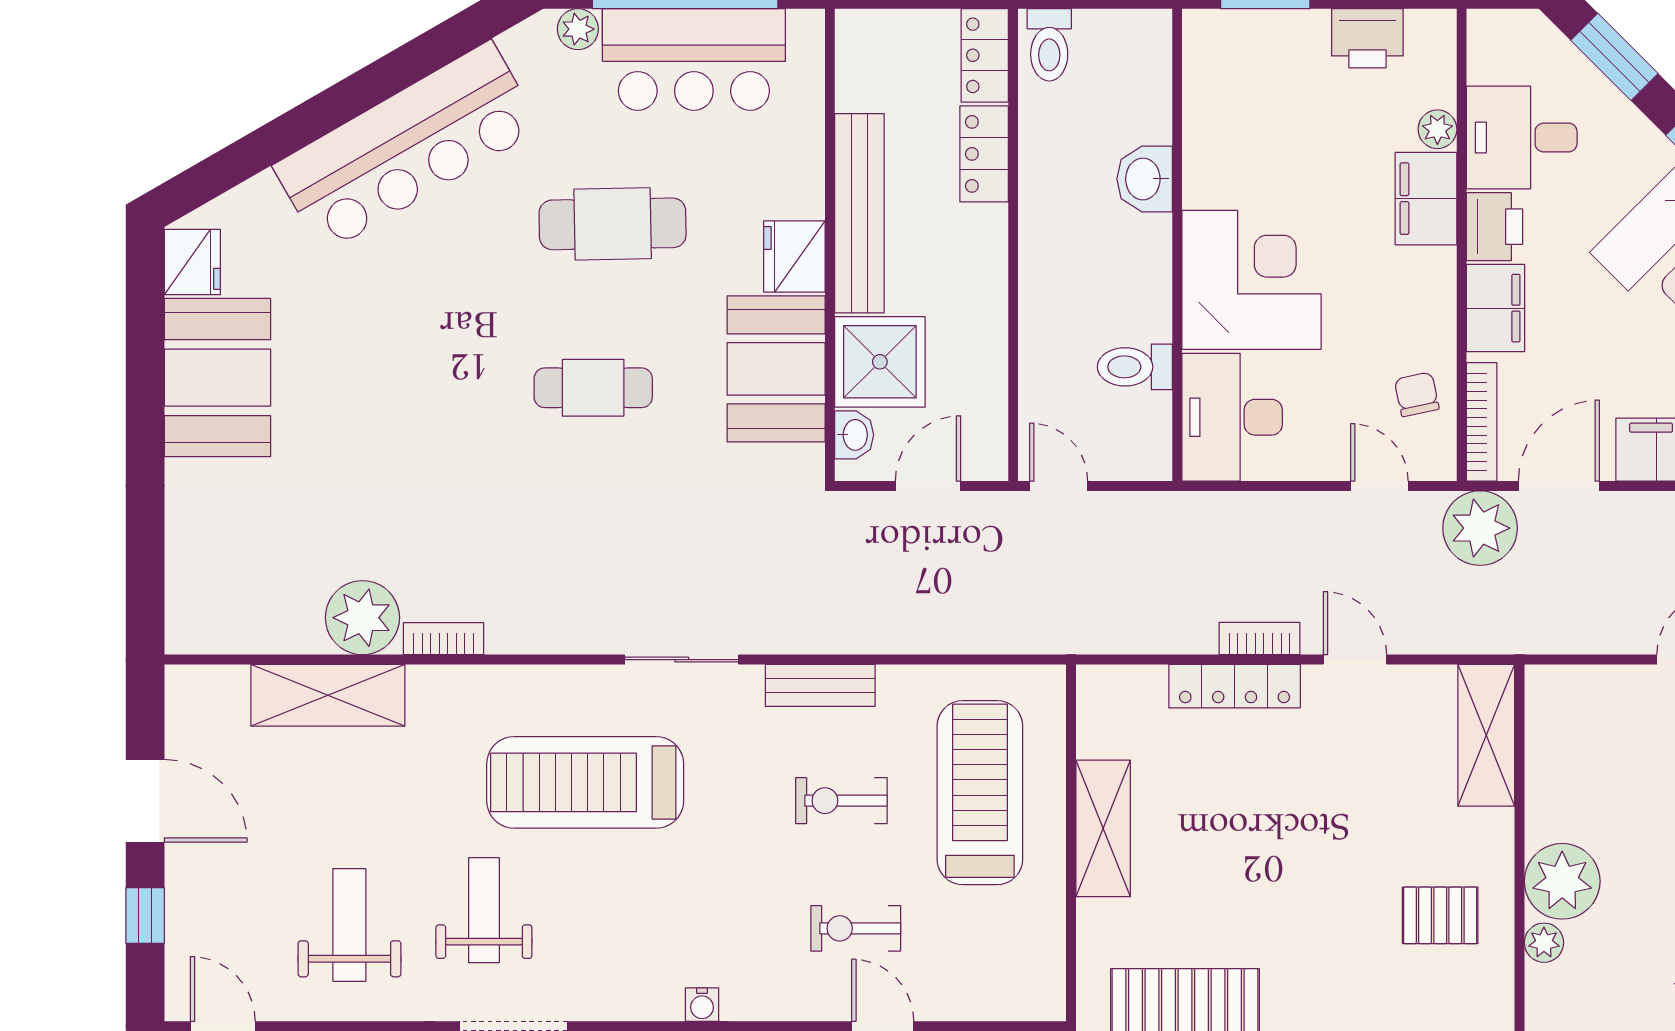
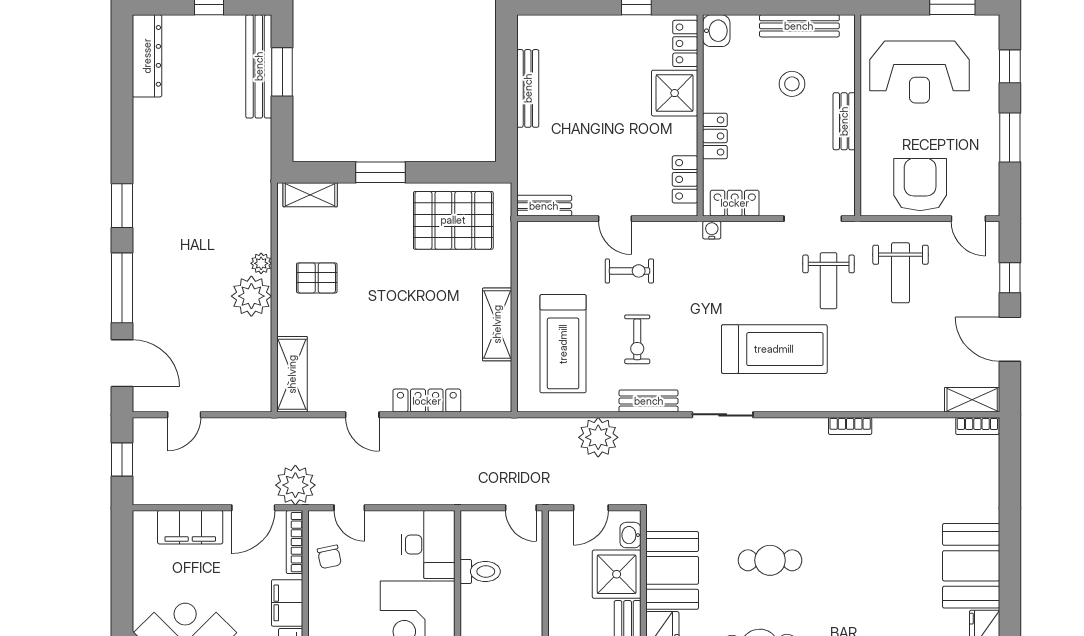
plant: (362, 618) -> (598, 437), moved
bookcase: (1260, 639) -> (977, 426), moved
shelving: (328, 695) -> (972, 400), moved, width x0.67, depth x0.75
exercise bike: (841, 801) -> (637, 339), turned 90

